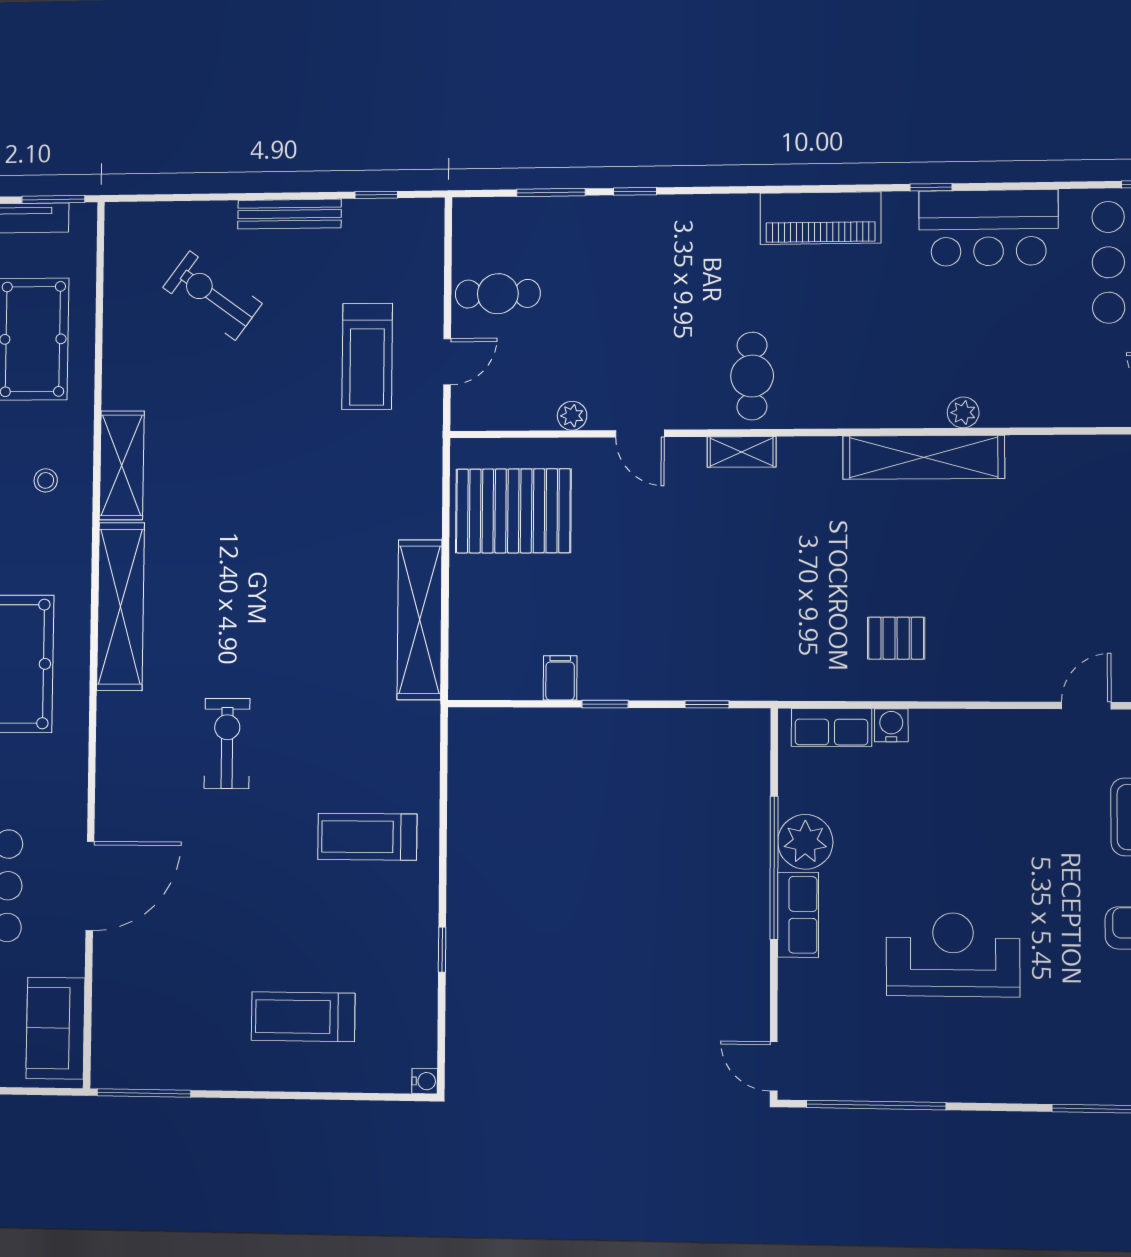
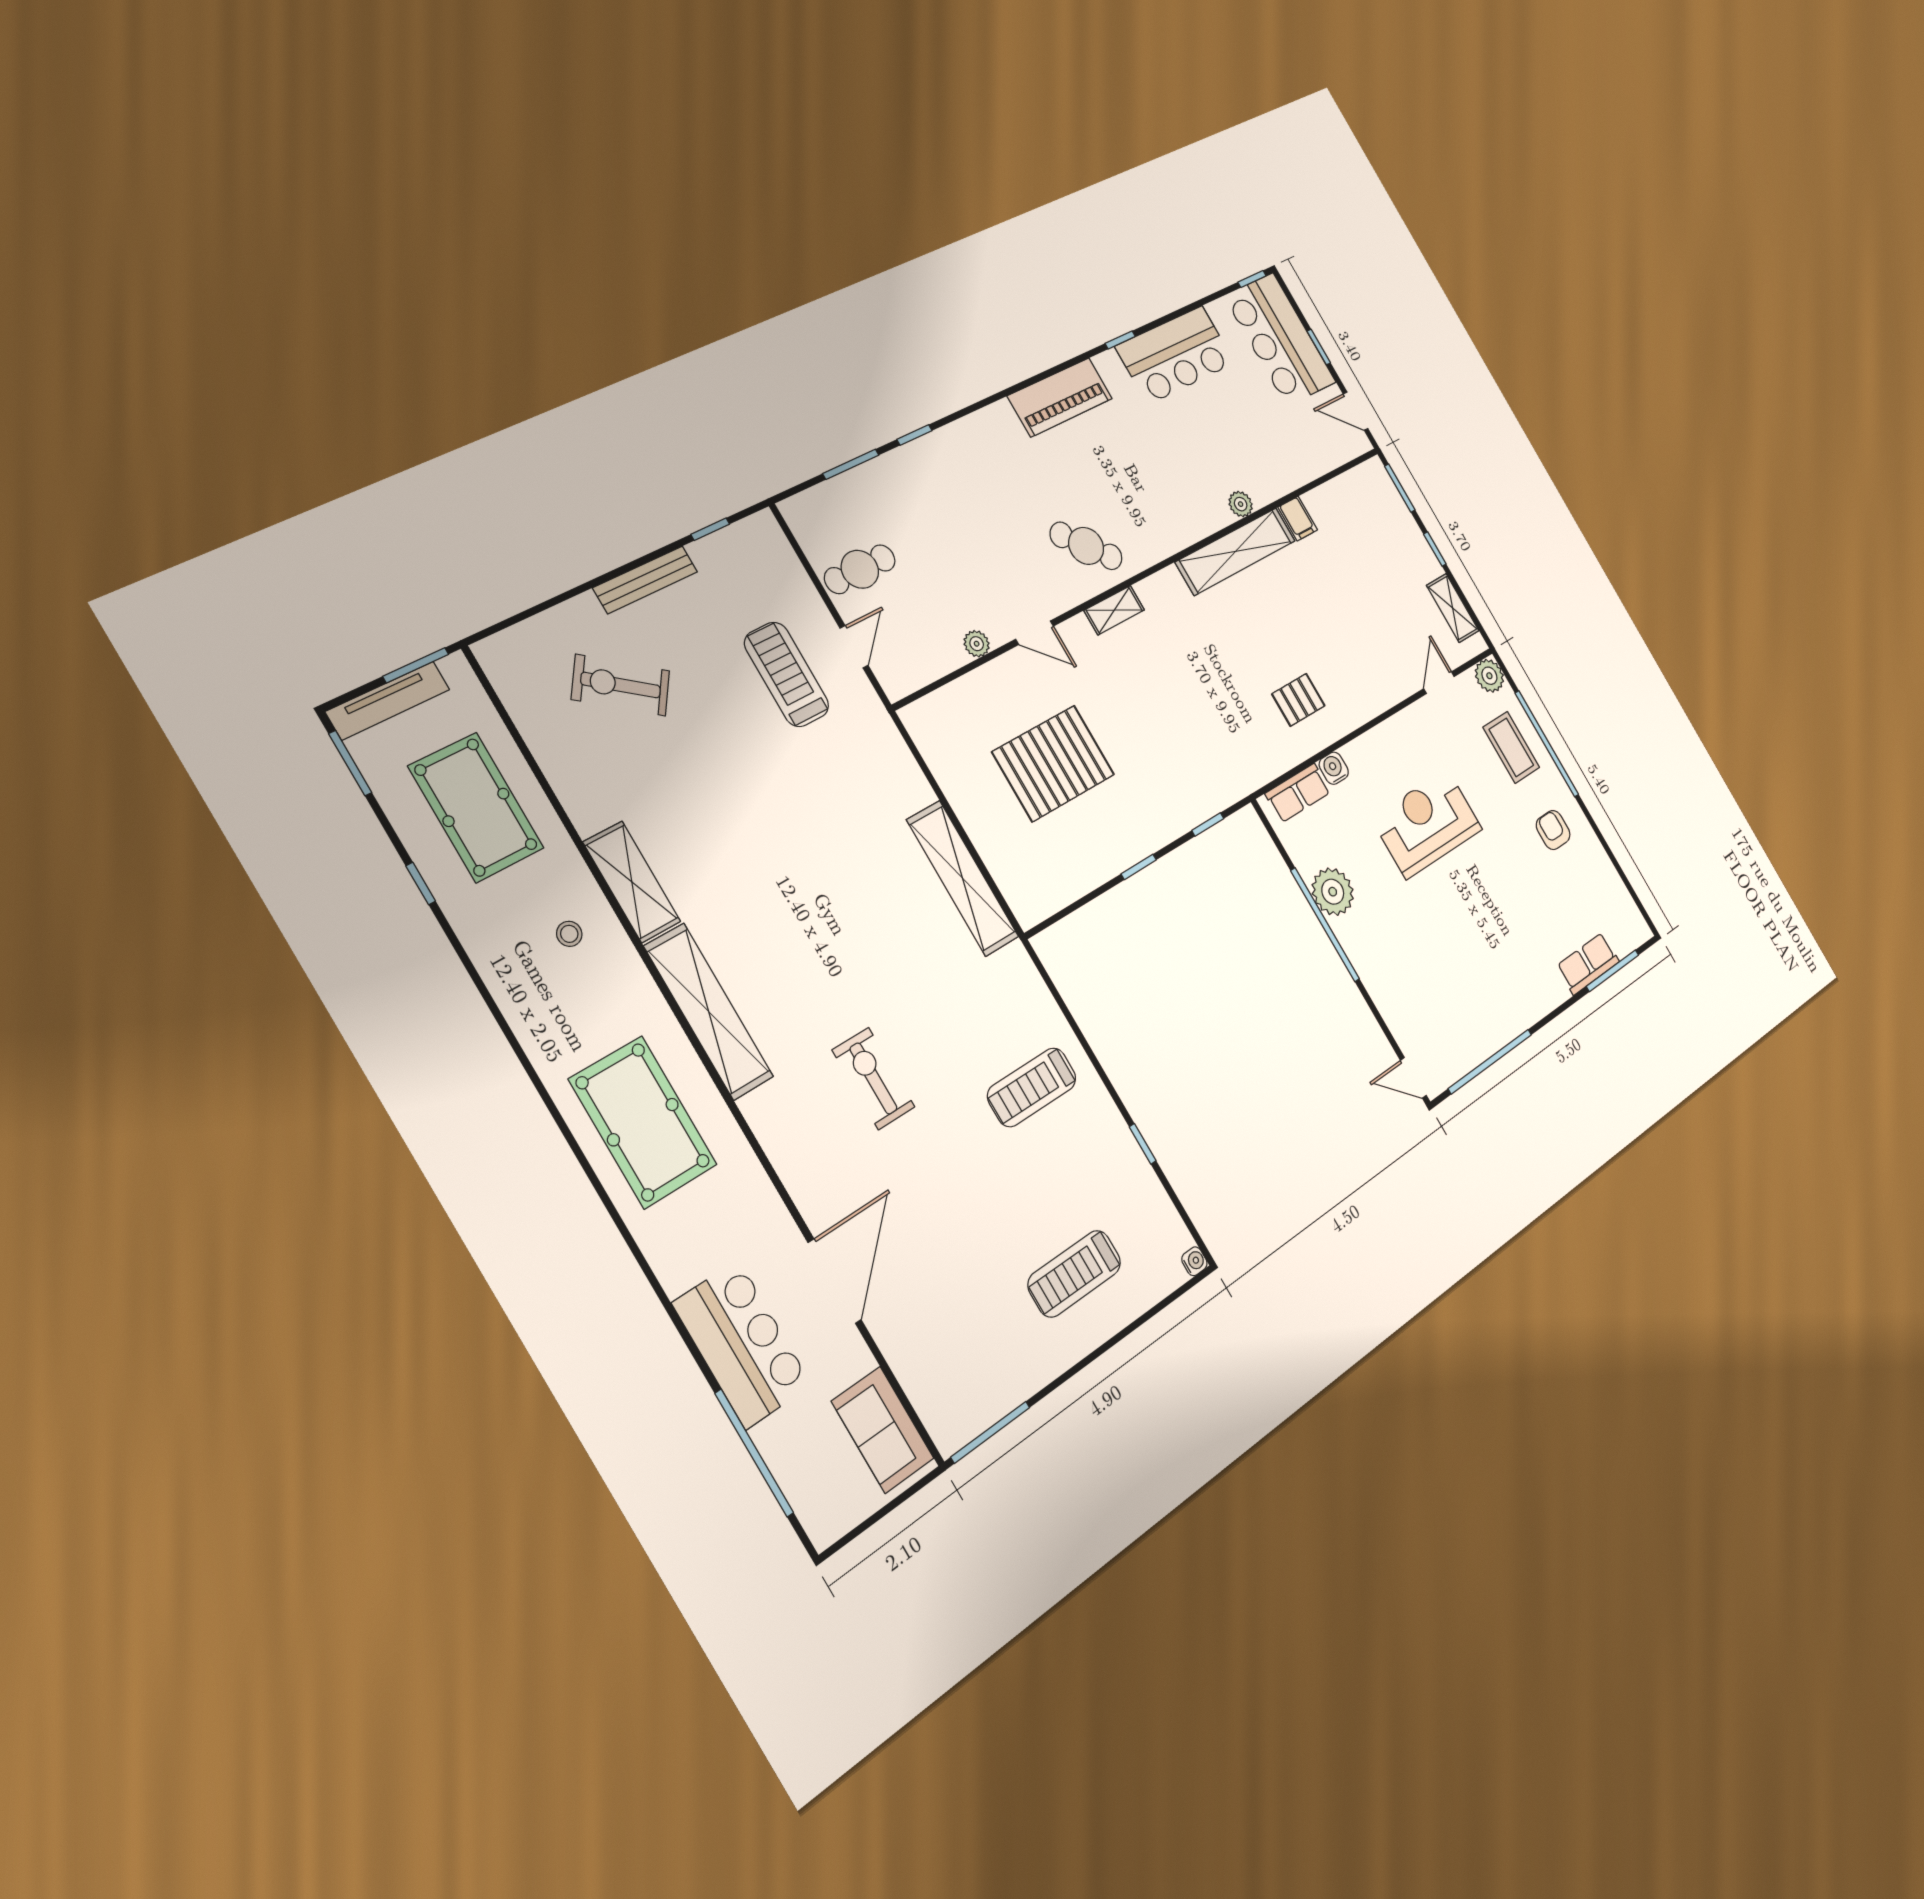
treadmill: (367, 356) -> (787, 674), turned 180
cafe table: (752, 376) -> (1086, 546), turned -42
pallet: (513, 511) -> (1053, 763), moved
filing cabinet: (560, 678) -> (1298, 519), moved, turned 180
row of seats: (798, 915) -> (1588, 964), moved, turned -90
reception desk: (953, 955) -> (1427, 824), moved

